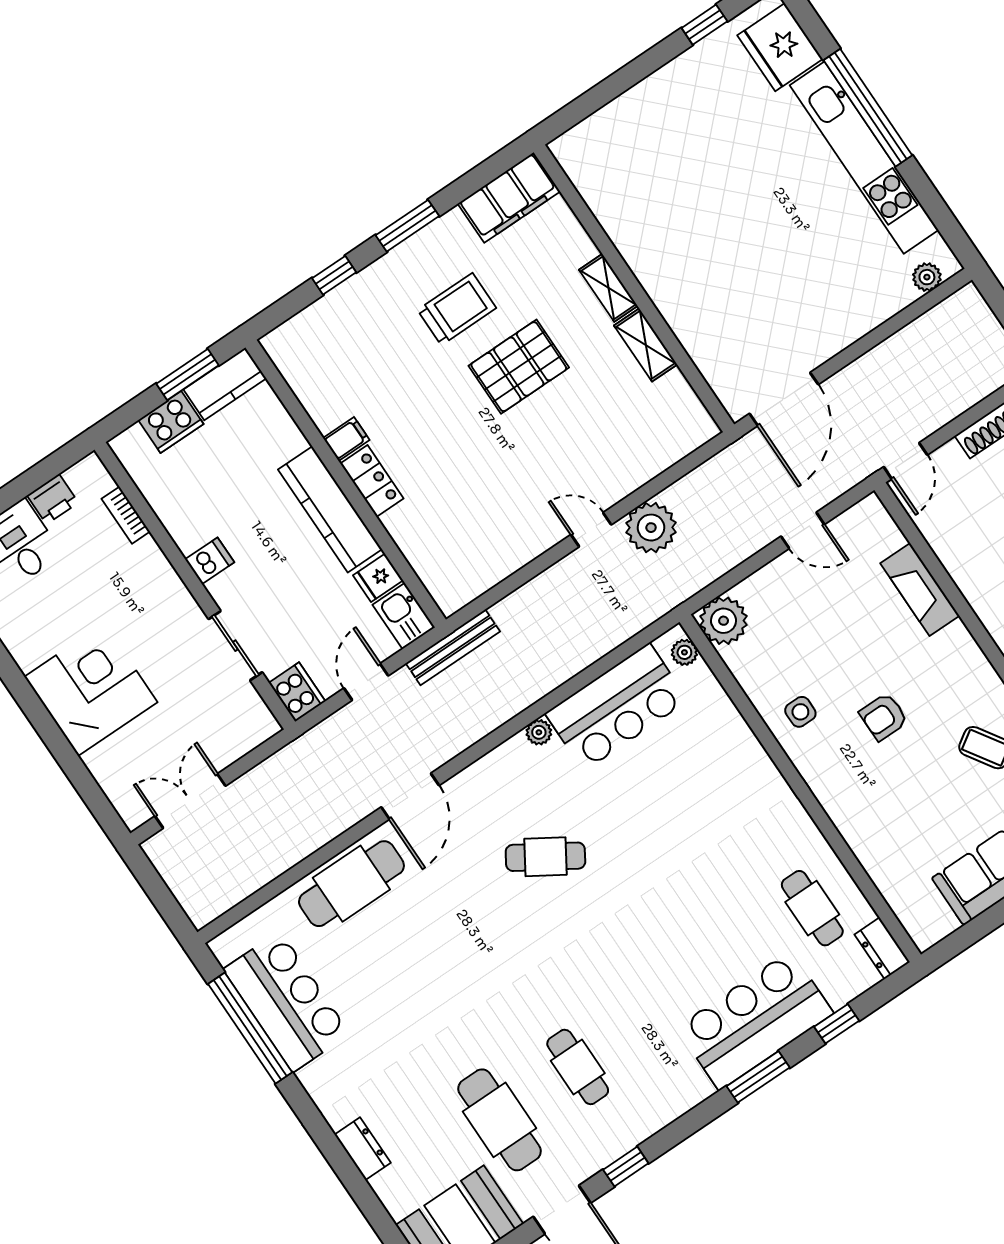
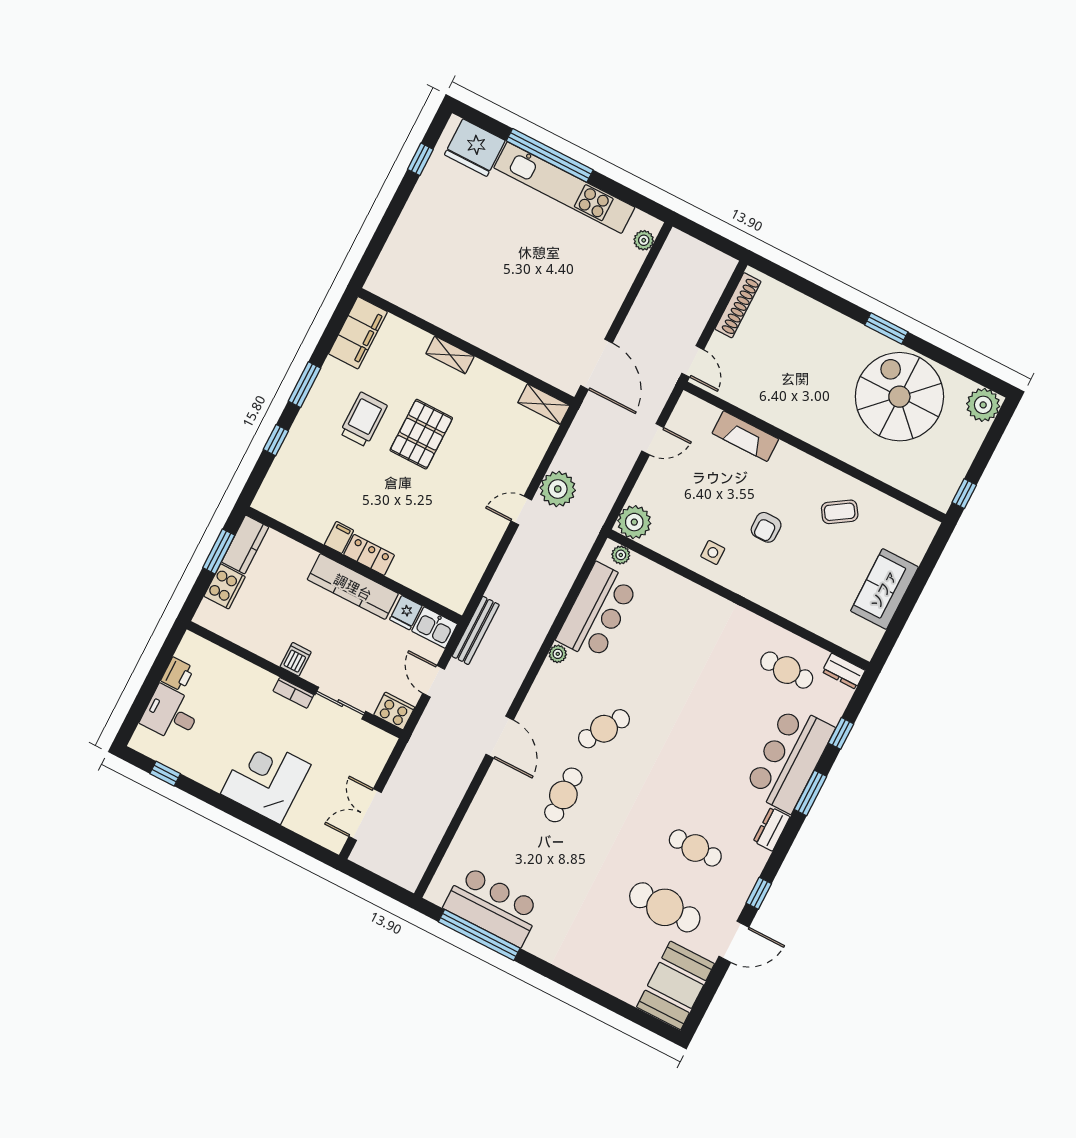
shelving: (646, 345) -> (544, 404), moved
bookcase: (126, 515) -> (293, 693), moved
cafe table: (351, 884) -> (563, 795), moved, width x0.73, depth x0.74
dresser: (363, 1149) -> (772, 829), moved, turned -90

